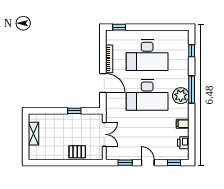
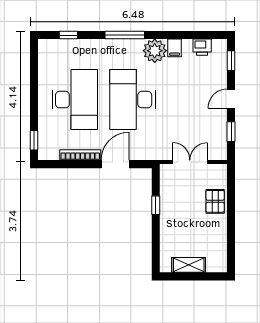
desk: (147, 95) -> (133, 100), turned 180
plant: (181, 96) -> (155, 51), moved

